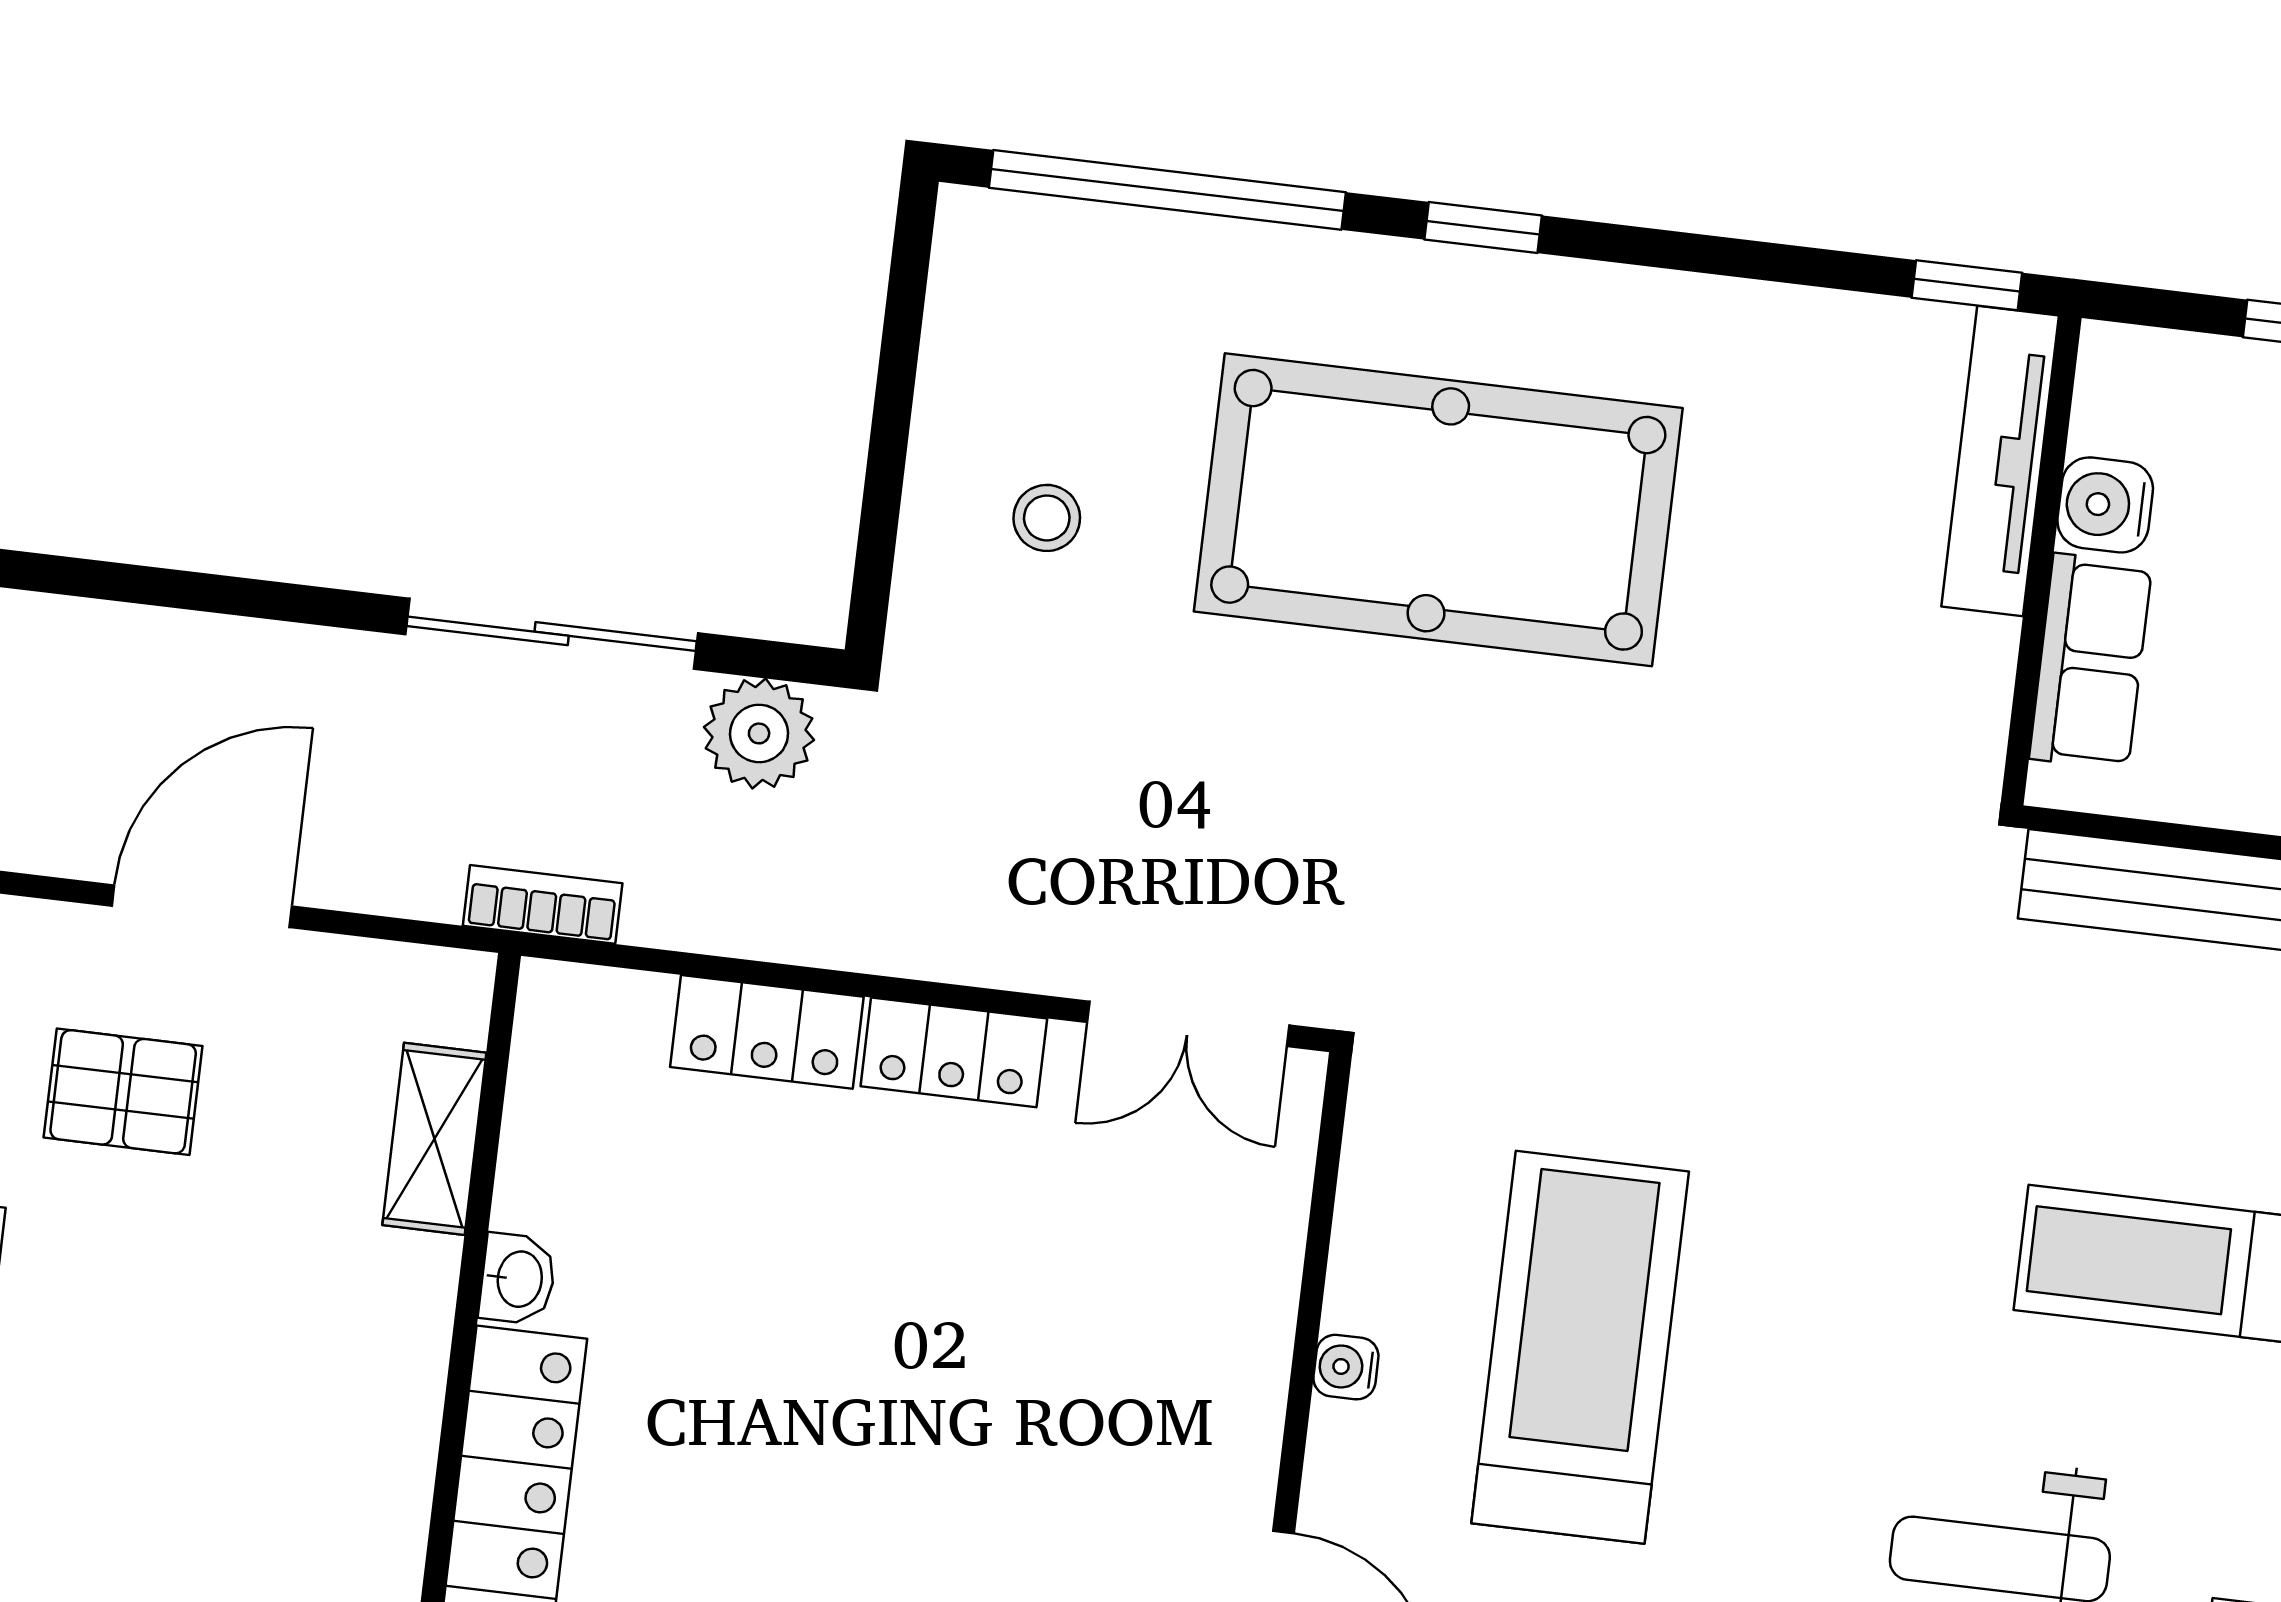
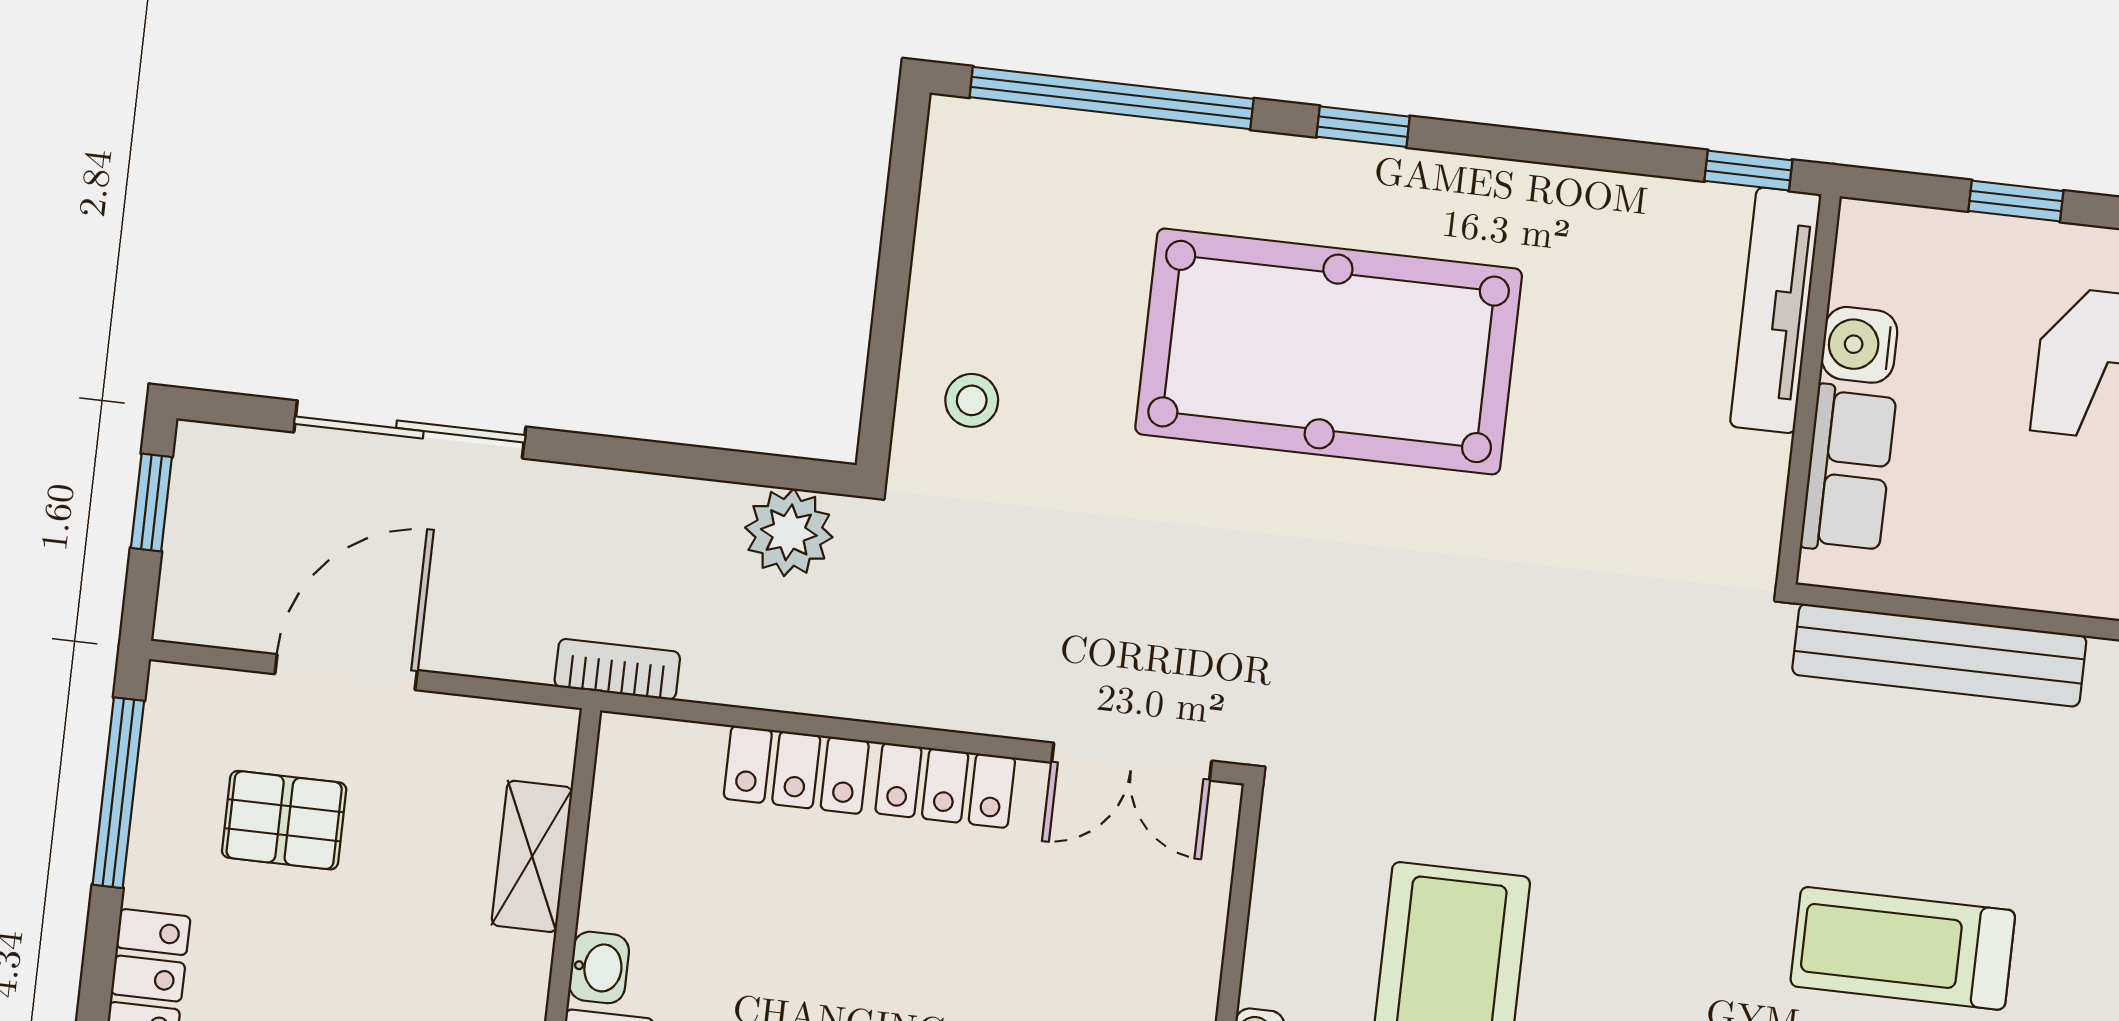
stool: (1047, 518) -> (972, 400), moved
sliding door: (552, 634) -> (410, 429), moved

